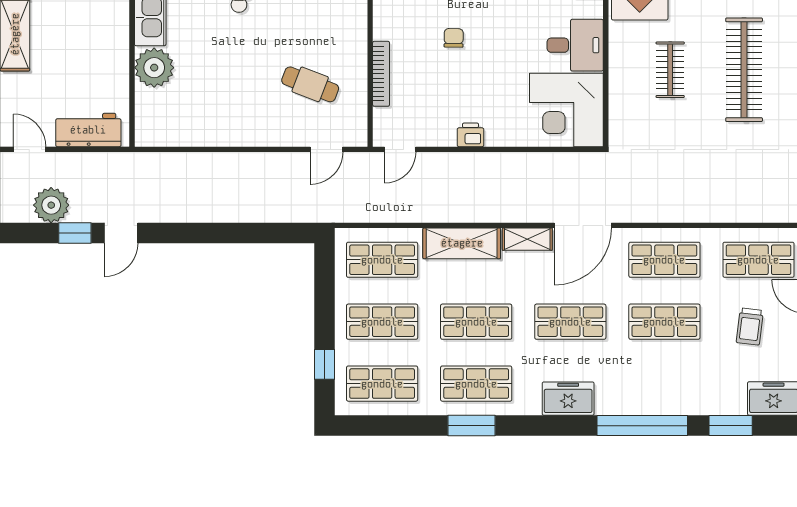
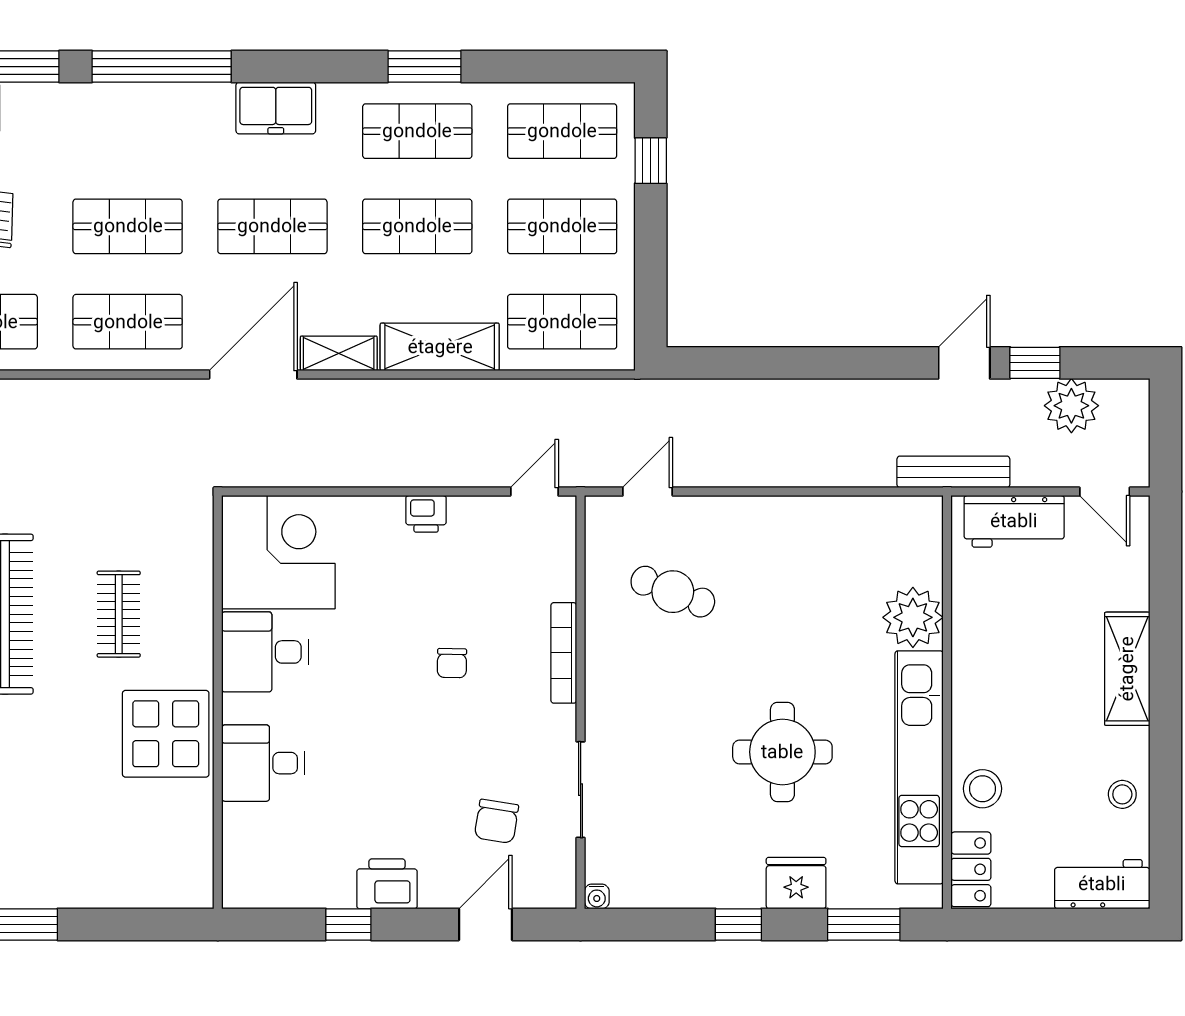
bookcase: (381, 74) -> (564, 653), moved
bench: (128, 162) -> (953, 472), added

